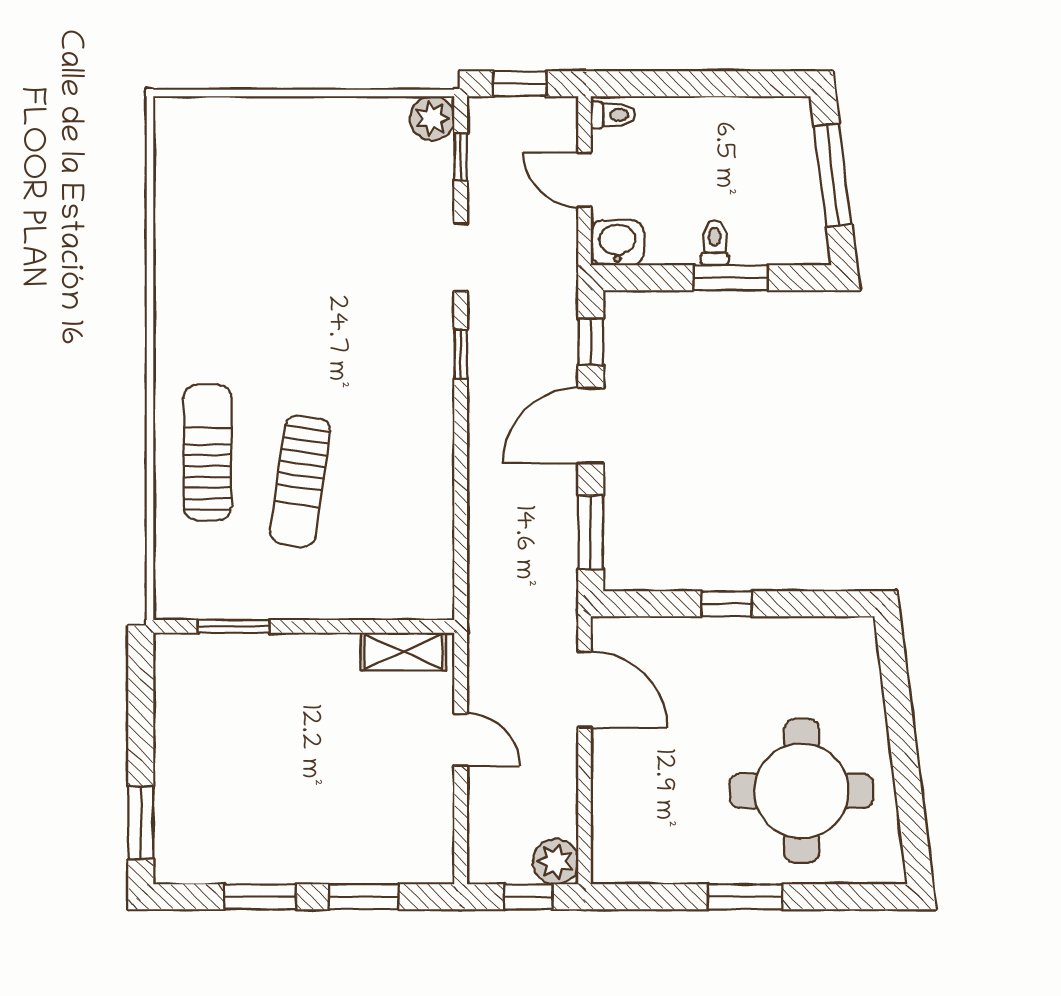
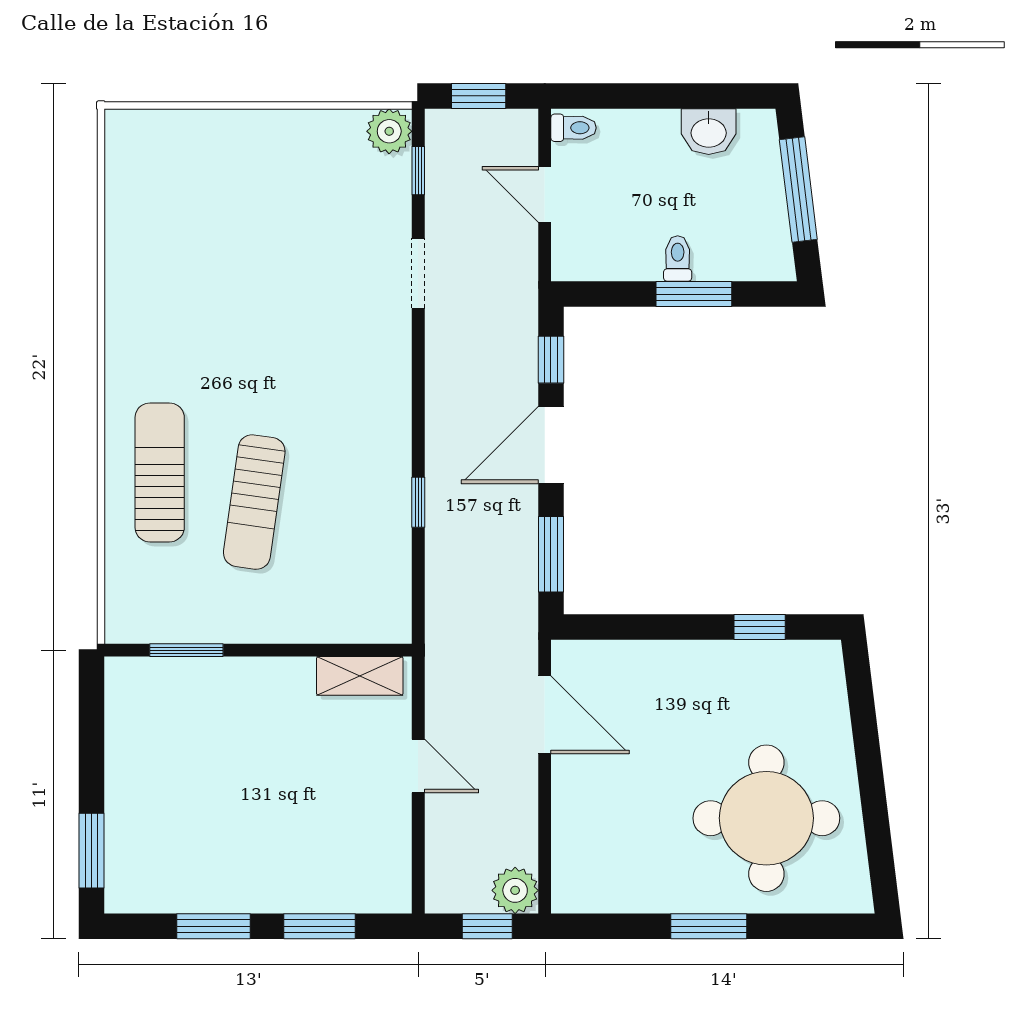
washbasin: (617, 243) -> (709, 132), moved, turned 180
window: (461, 354) -> (418, 502), moved
window: (726, 604) -> (760, 627), moved

